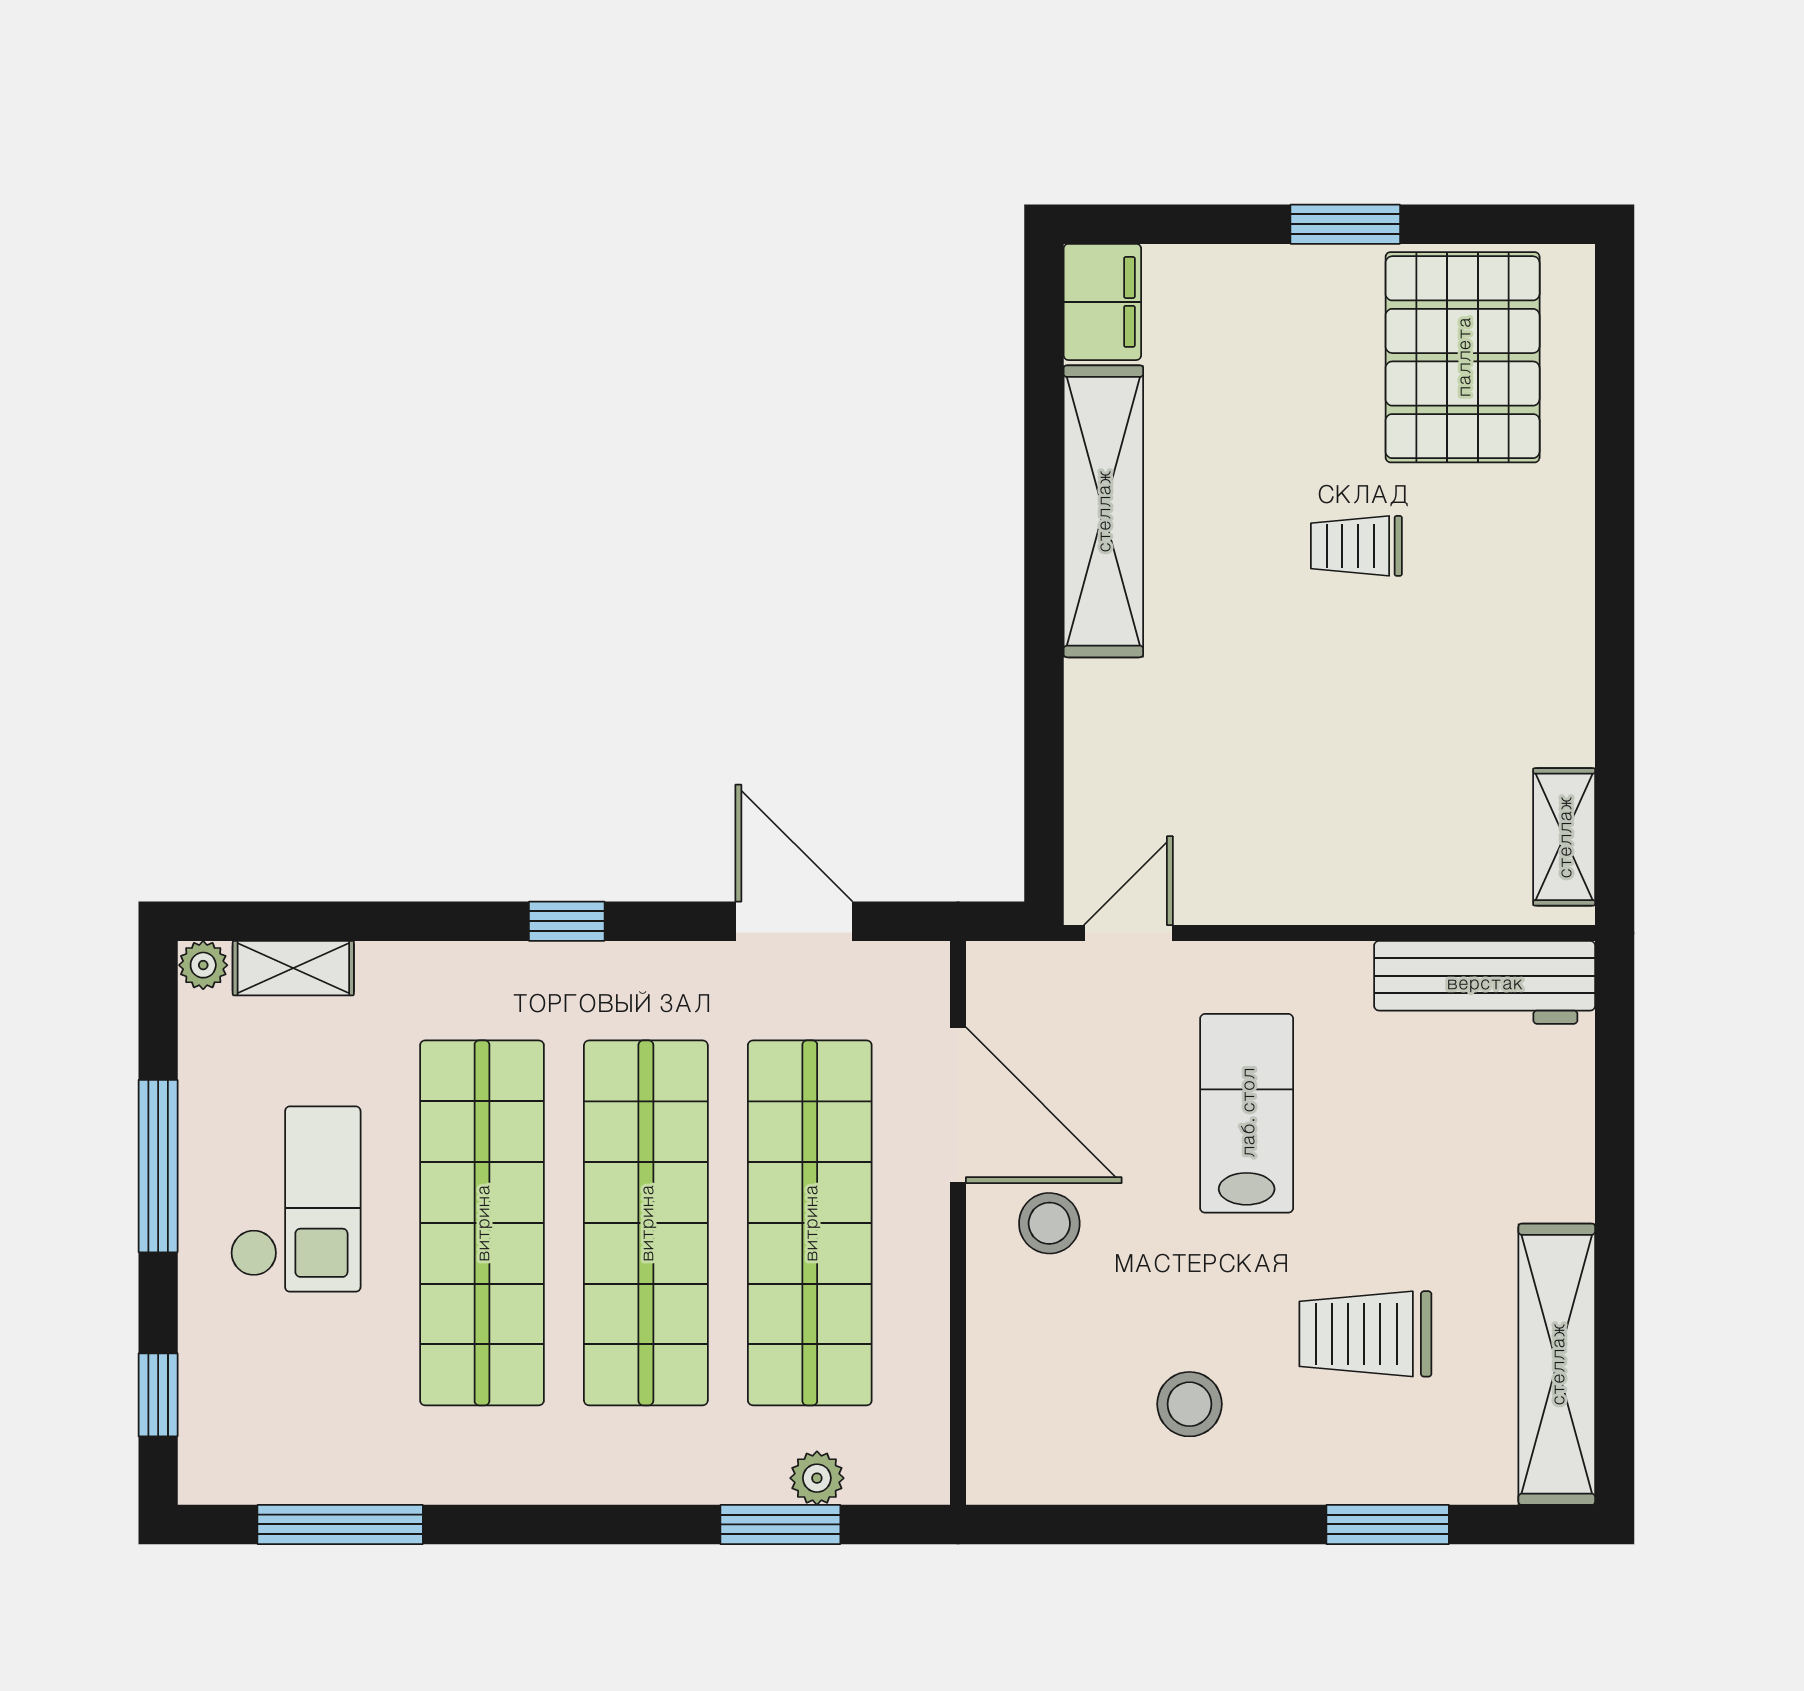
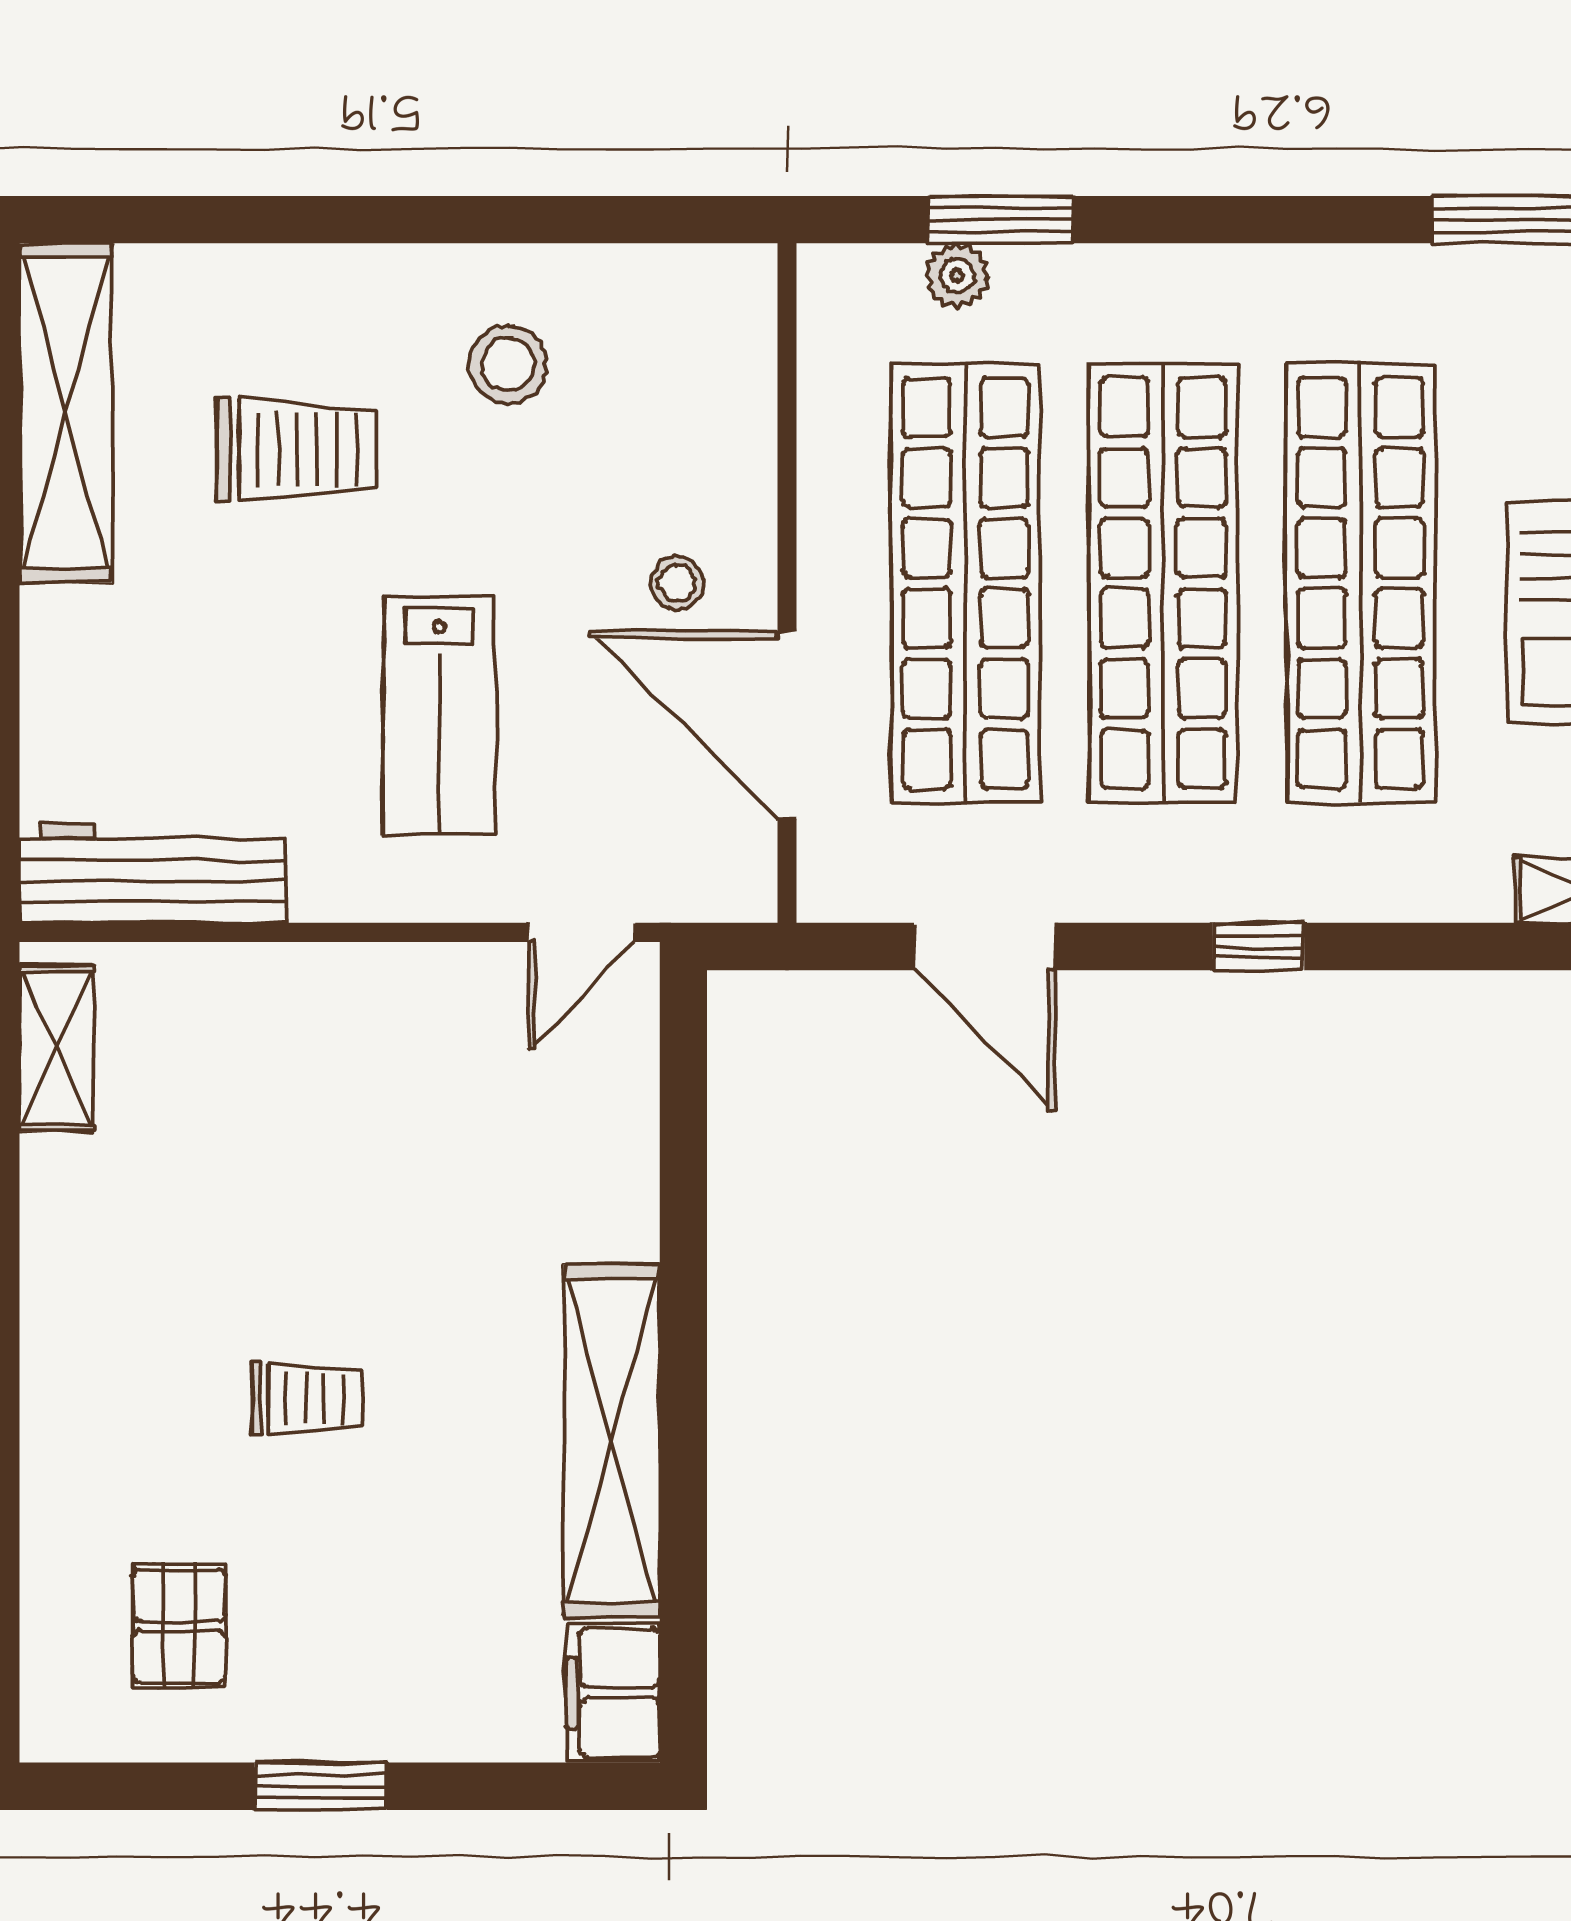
pallet: (1463, 357) -> (179, 1626), width x0.49, depth x0.50
stool: (1049, 1223) -> (677, 583), width x0.73, depth x0.73
window: (1388, 1524) -> (269, 220), removed

